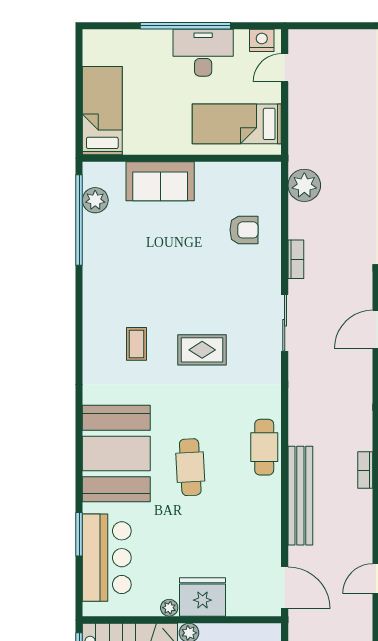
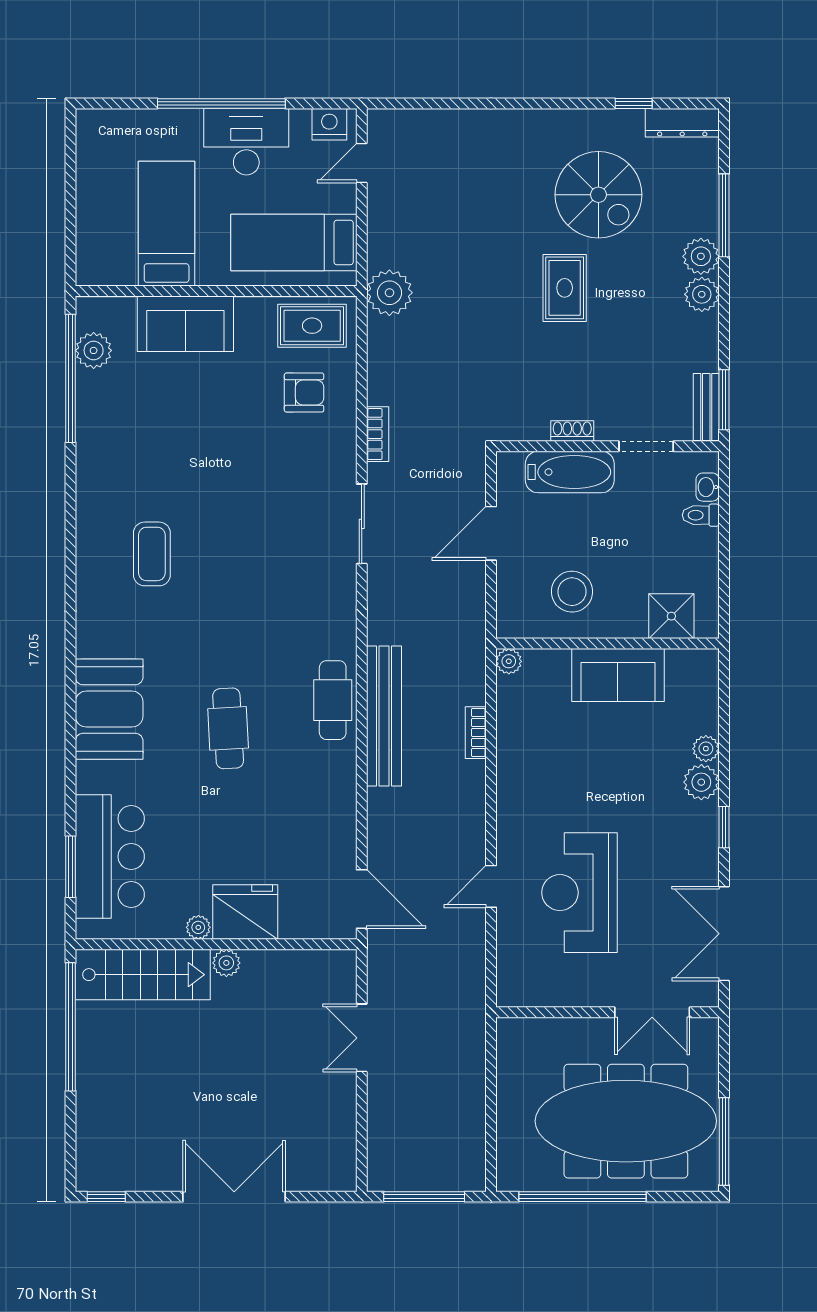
bed: (102, 111) -> (167, 224), moved
plant: (304, 185) -> (389, 293), moved
coffee table: (136, 344) -> (152, 554), width x1.36, depth x1.30
rug: (202, 350) -> (312, 326), moved
booth: (116, 453) -> (109, 709), width x0.73, depth x0.70
bench: (300, 496) -> (384, 716), moved
window: (79, 534) -> (71, 867), moved

